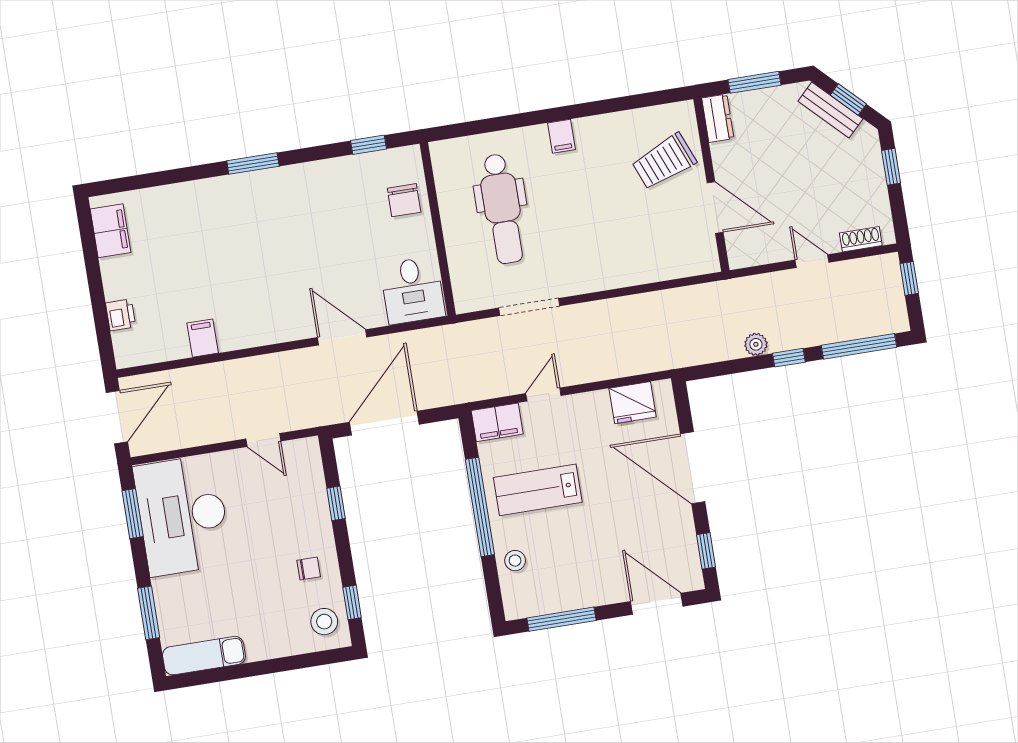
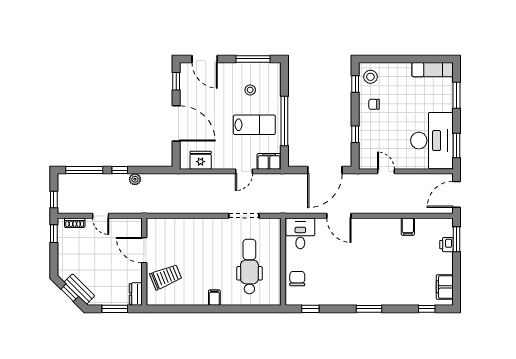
window: (891, 167) -> (54, 234), moved
window: (139, 182) -> (427, 309), added
window: (103, 329) -> (456, 239), added
stool: (515, 561) -> (250, 90), moved

